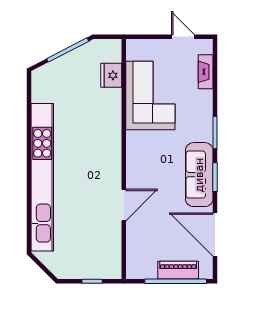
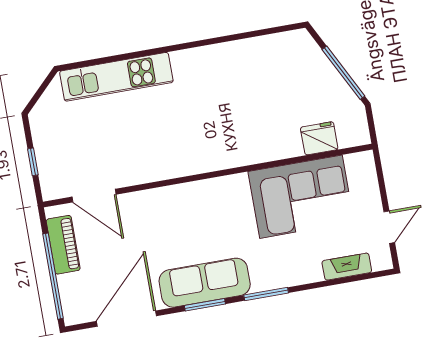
kitchen unit: (42, 177) -> (116, 77), width x0.54
door: (124, 205) -> (94, 196), moved
piano: (178, 270) -> (63, 245), moved

